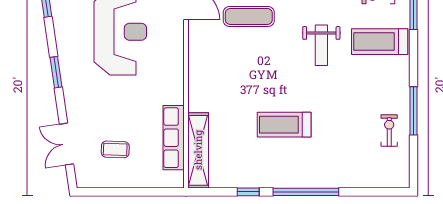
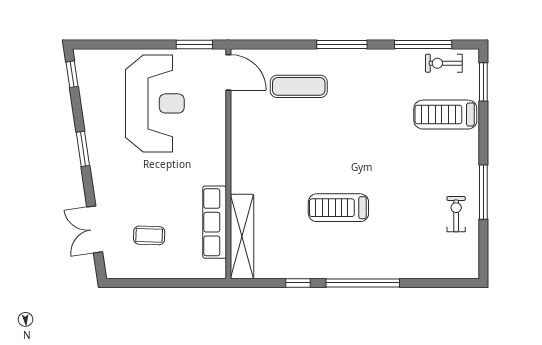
weight bench: (321, 45) -> (380, 119), removed

